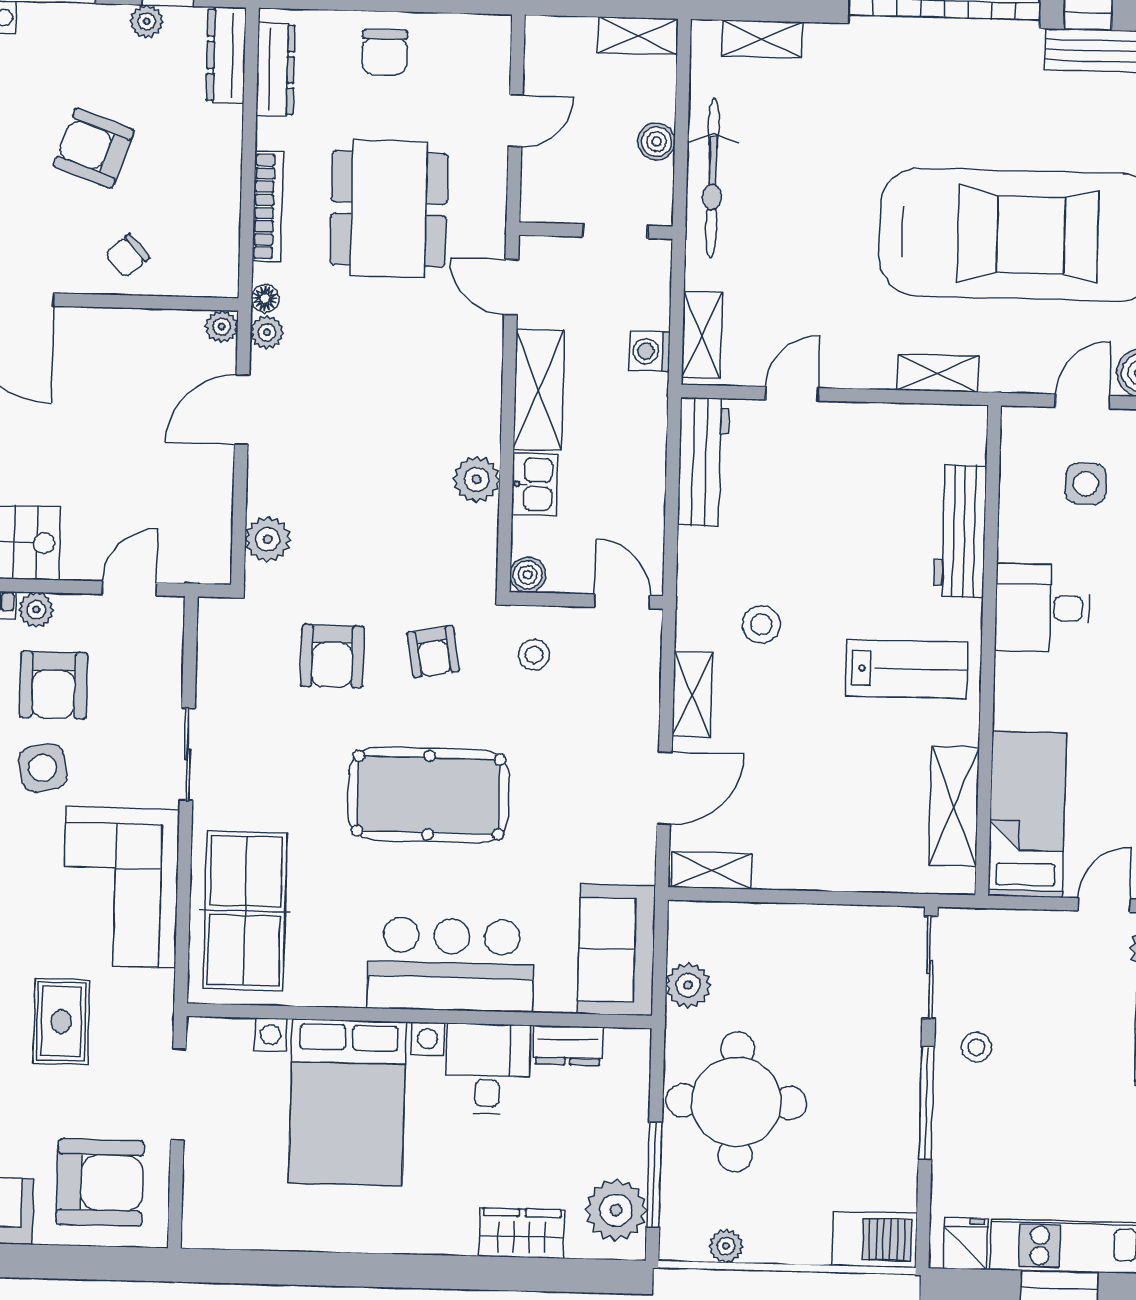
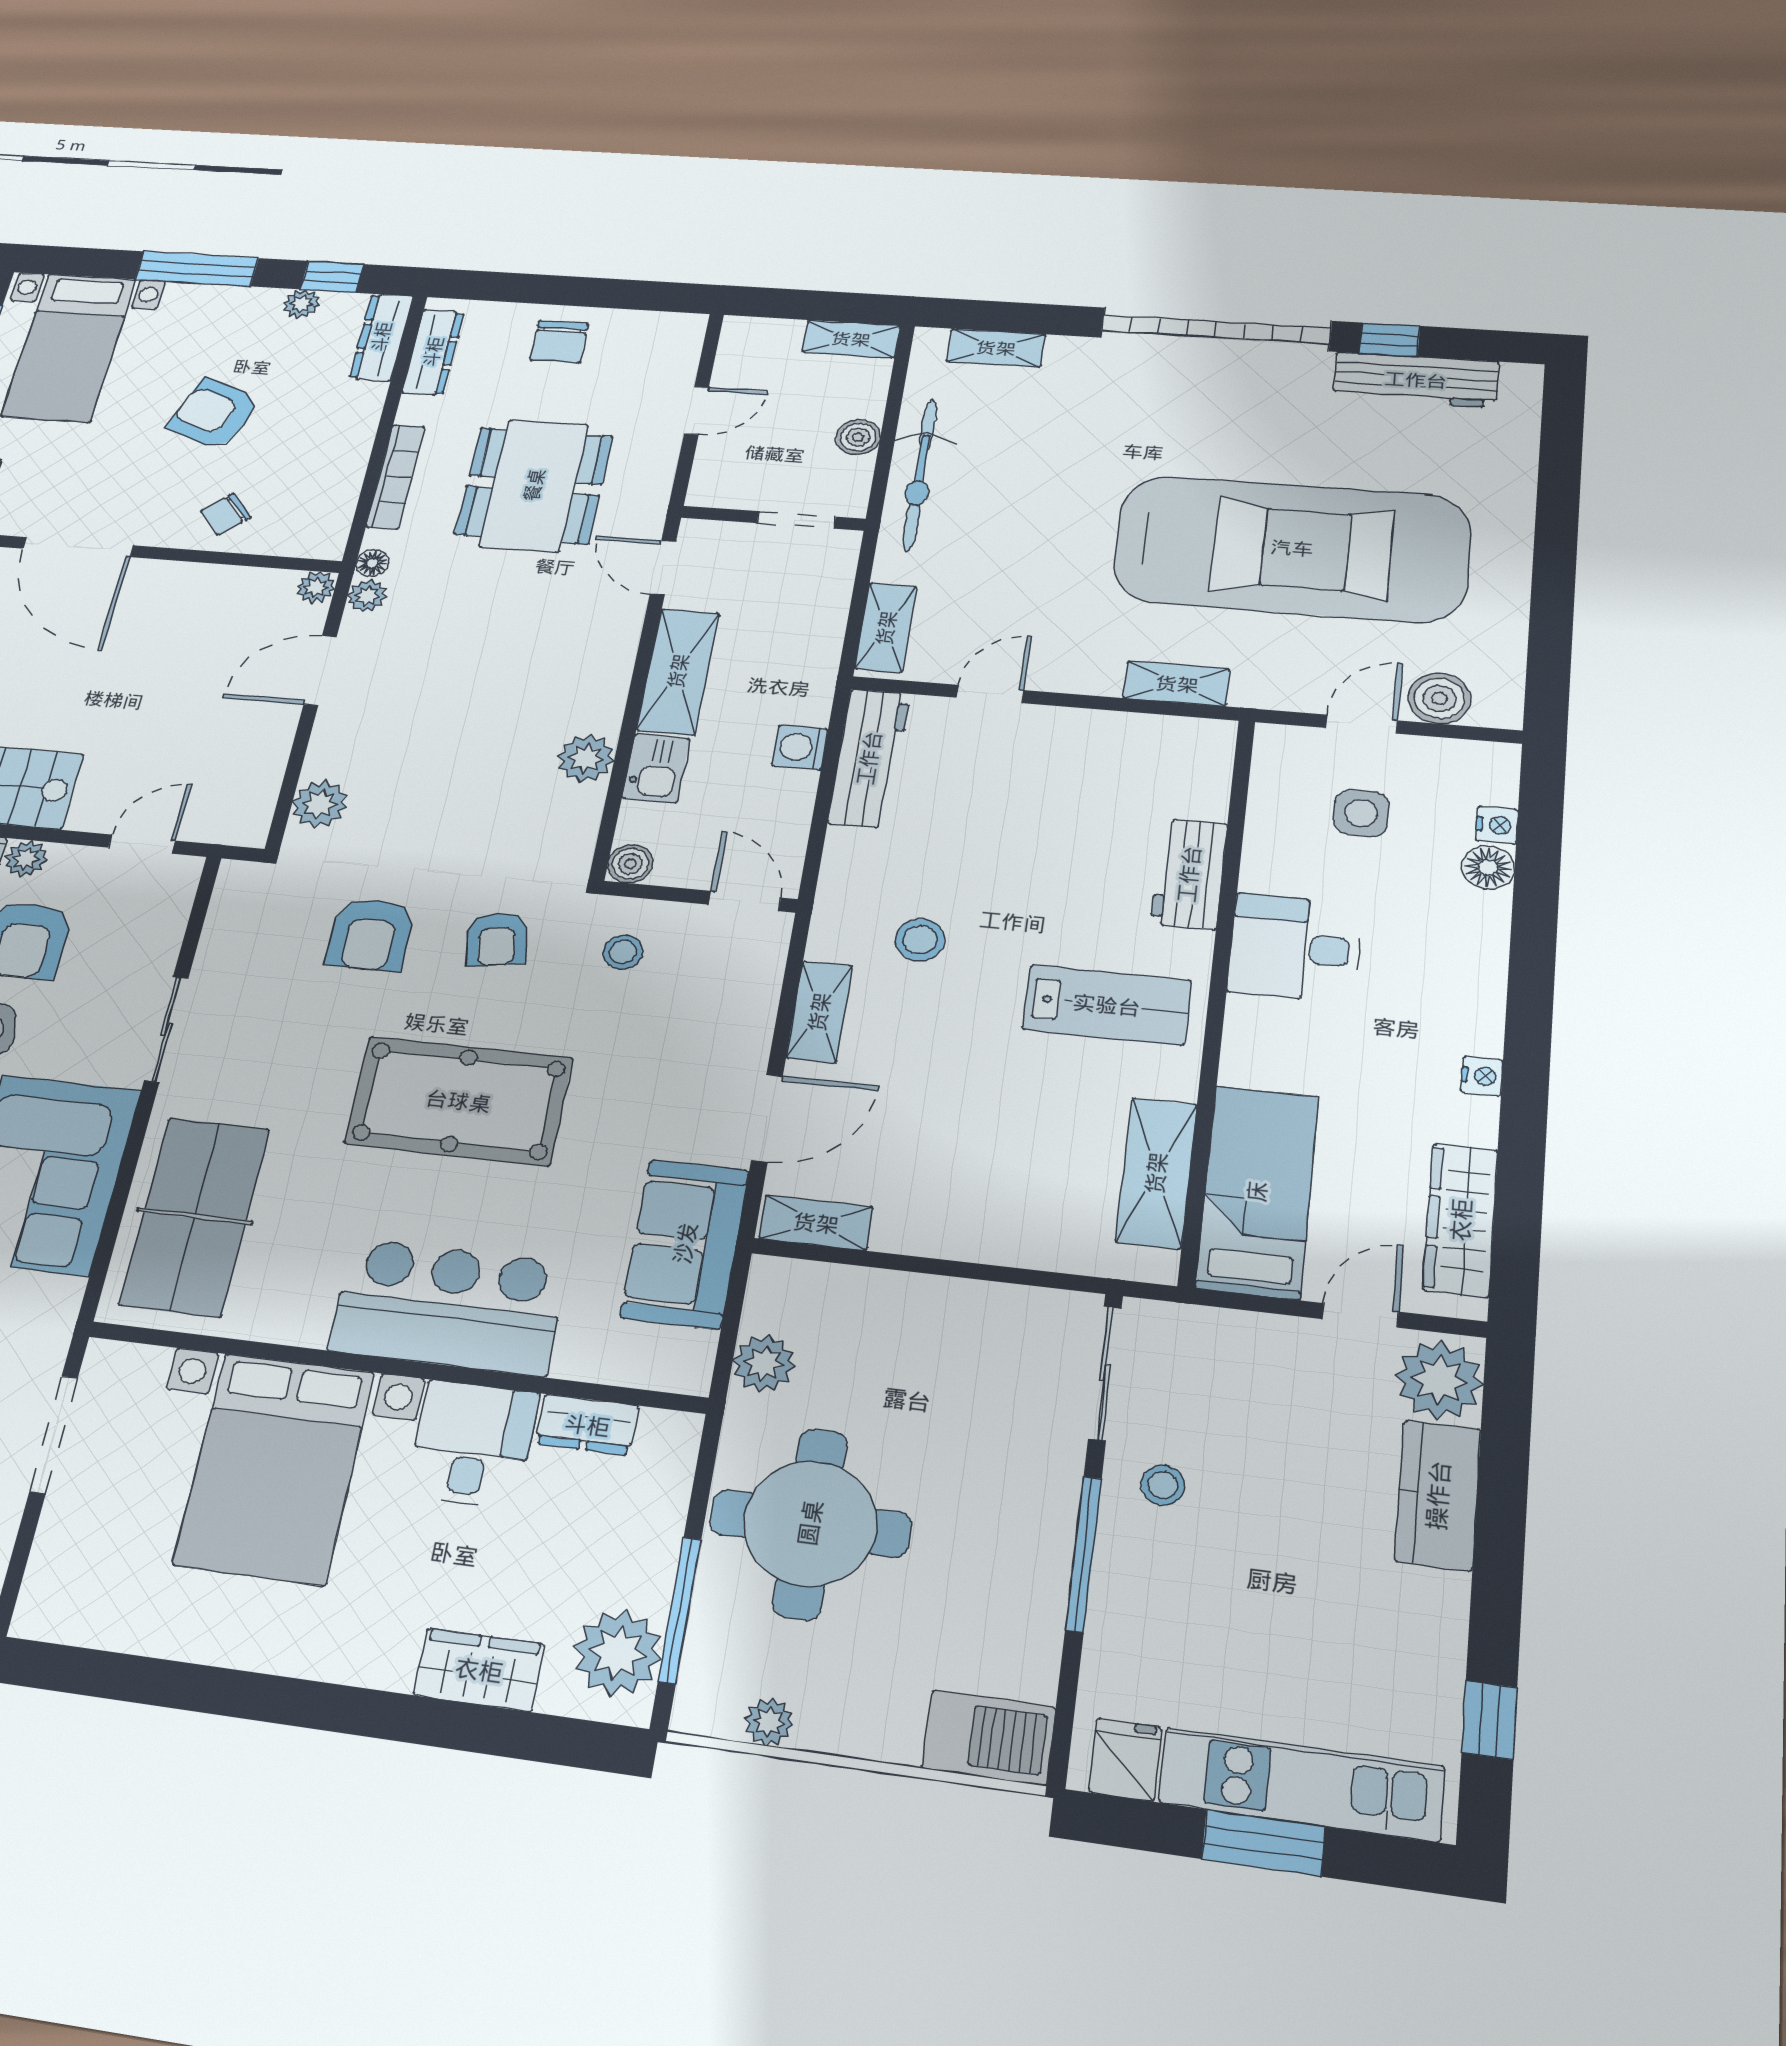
washing machine: (650, 351) -> (800, 747), moved
workbench: (960, 531) -> (1189, 874), width x0.73
sofa: (616, 950) -> (685, 1243), moved

